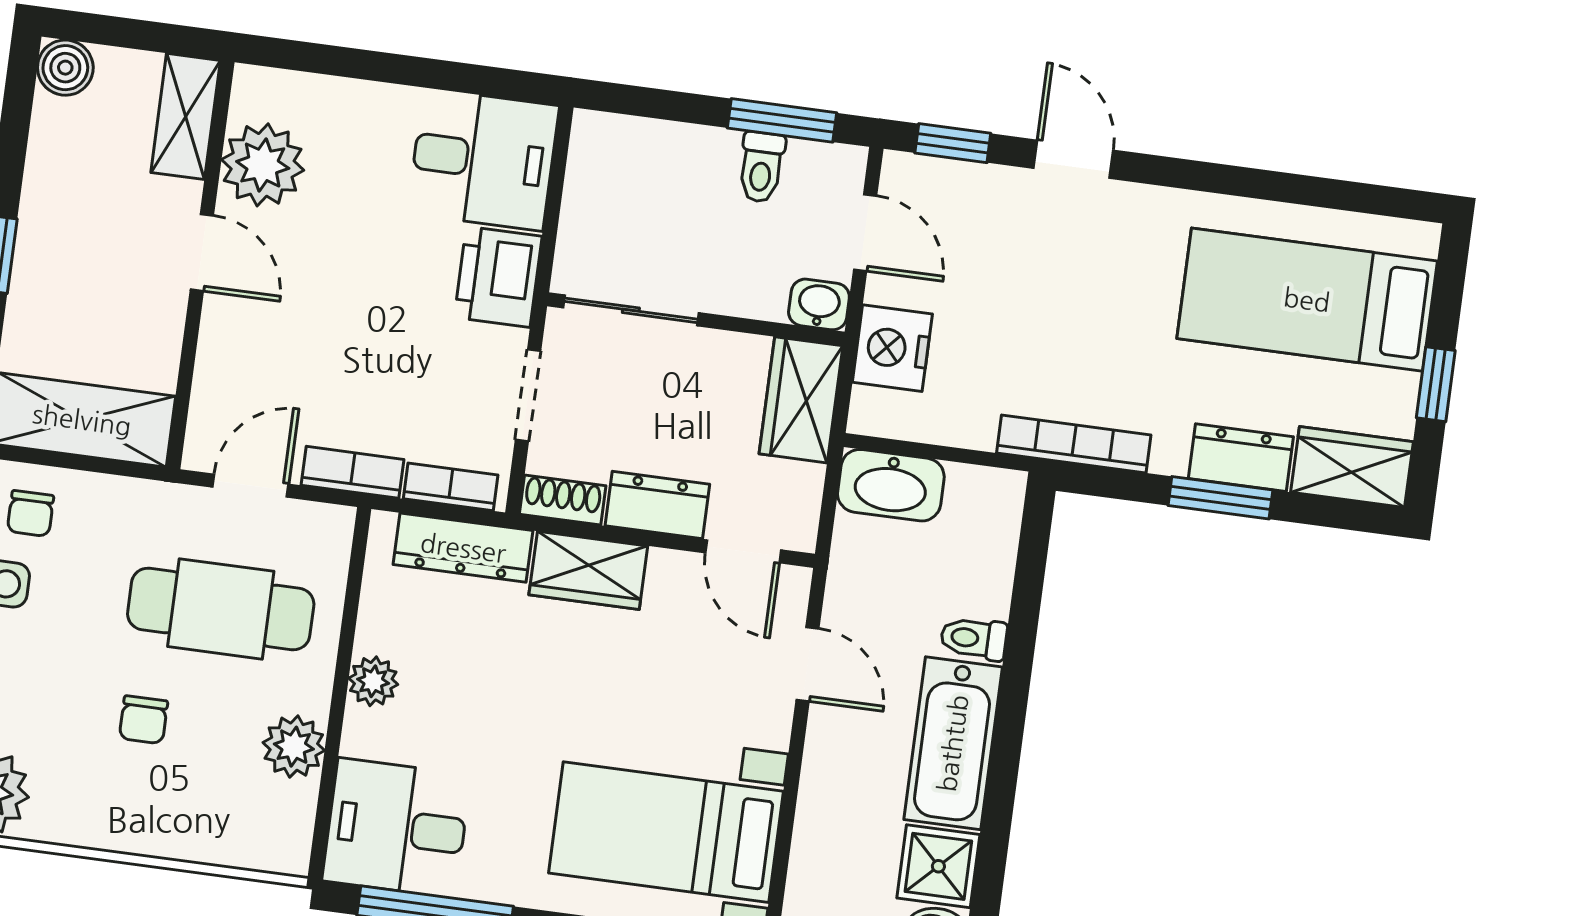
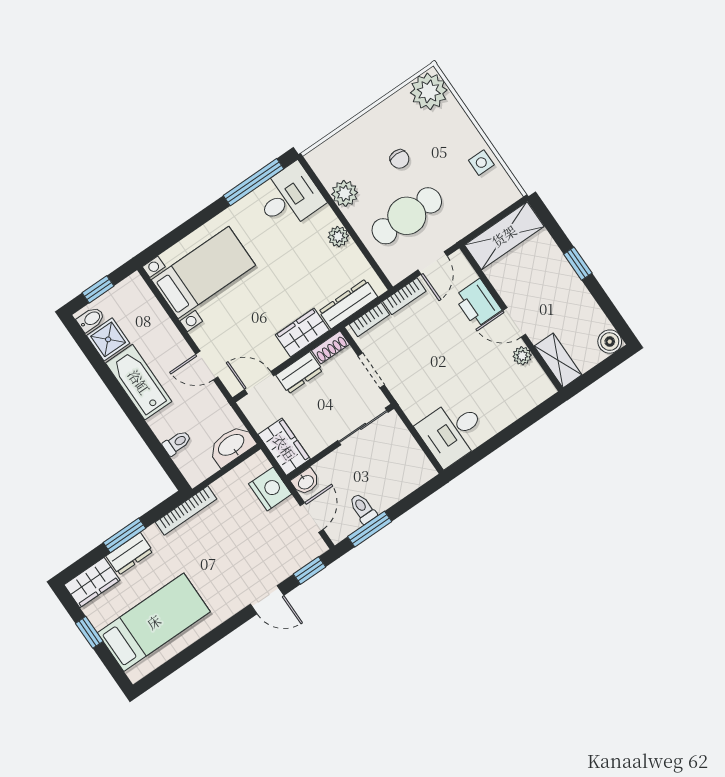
plant: (263, 165) -> (522, 356), width x0.53, depth x0.53
door: (865, 233) -> (312, 517), swing flipped
printer: (498, 277) -> (478, 303), moved, turned 180
chair: (30, 513) -> (494, 192), removed
toilet: (974, 638) -> (177, 443), moved
chair: (143, 720) -> (399, 159), turned 180

